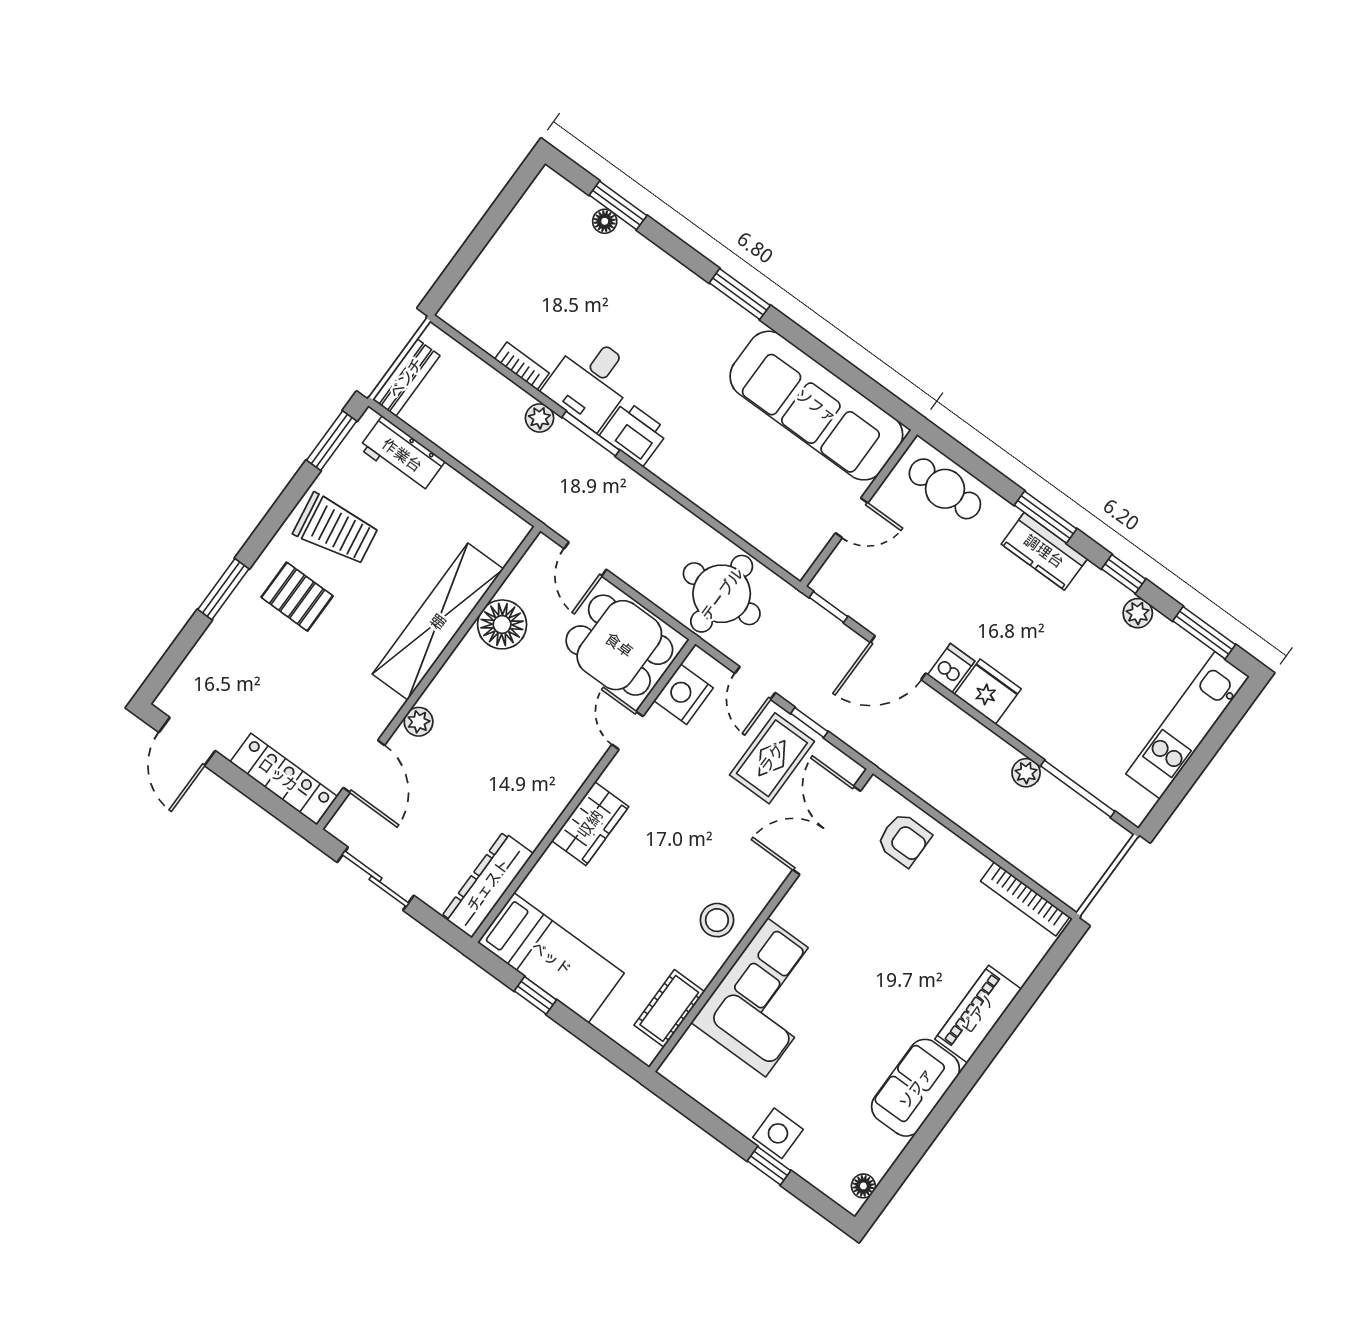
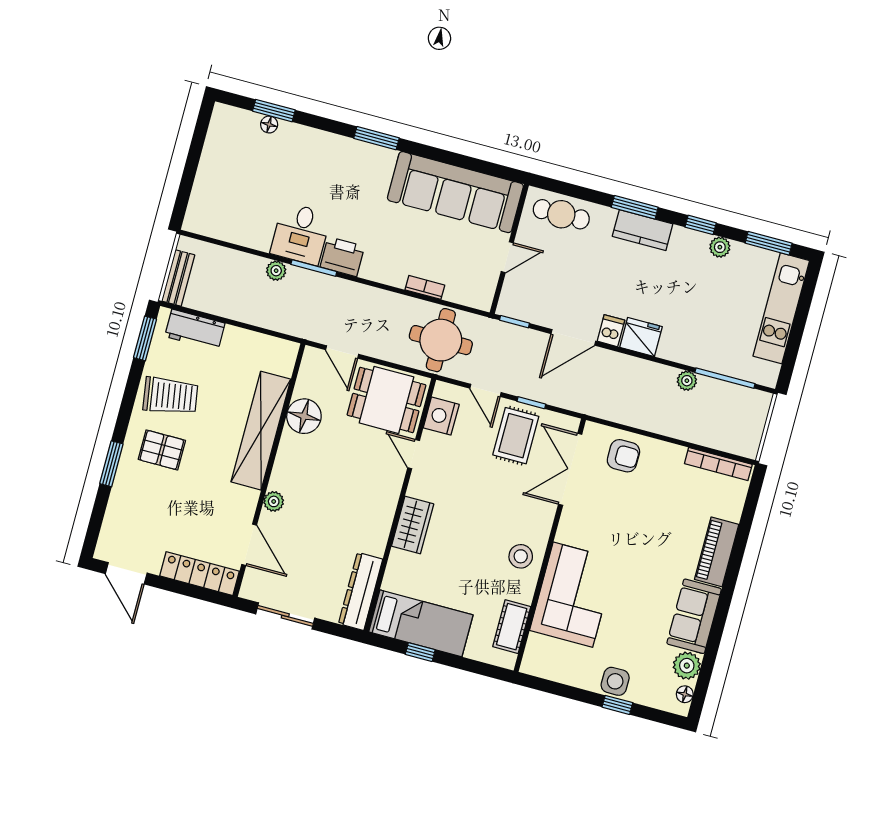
bookcase: (522, 366) -> (425, 287), moved
plant: (881, 1149) -> (687, 666), added

